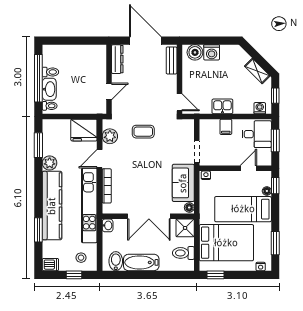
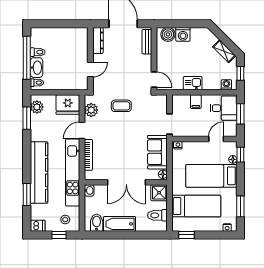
plant: (50, 163) -> (37, 107), moved
bed: (226, 243) -> (196, 206), width x0.67

